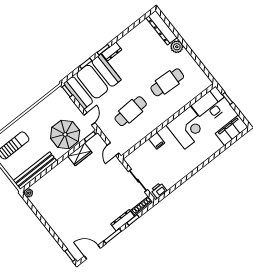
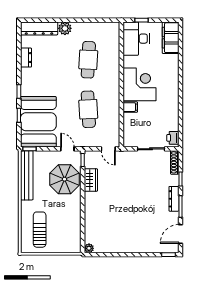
dresser: (112, 52) -> (26, 58), moved
corner desk: (188, 128) -> (139, 84), moved
bench: (35, 171) -> (27, 175), moved
dresser: (123, 220) -> (174, 199), moved

